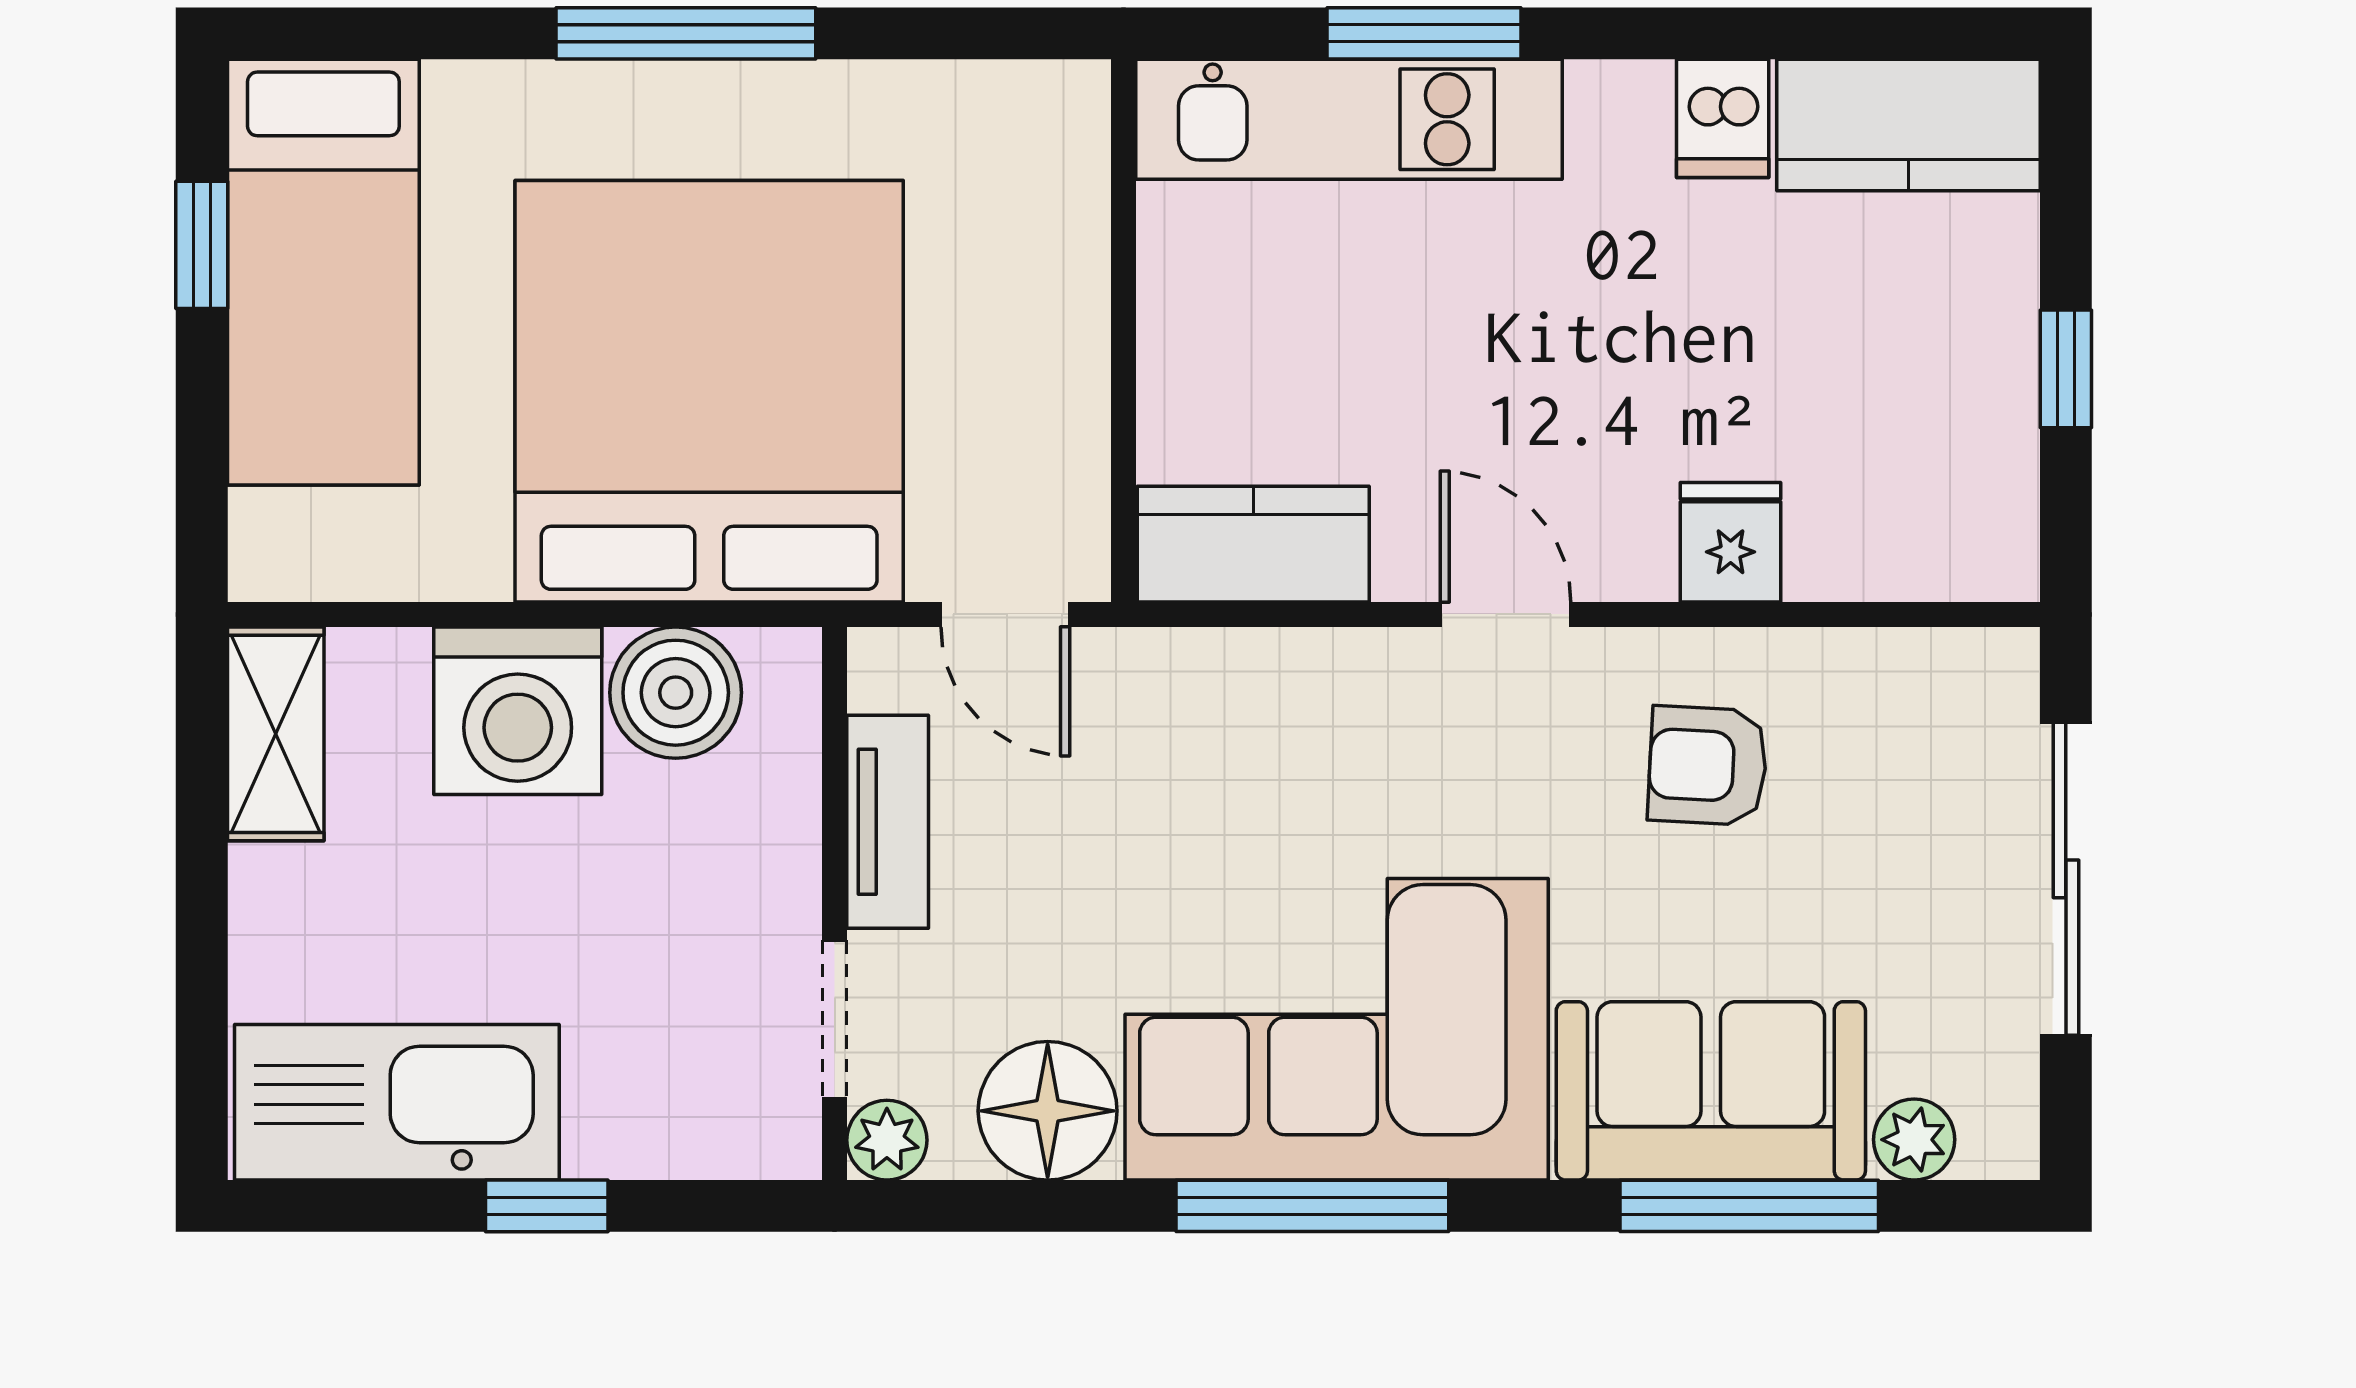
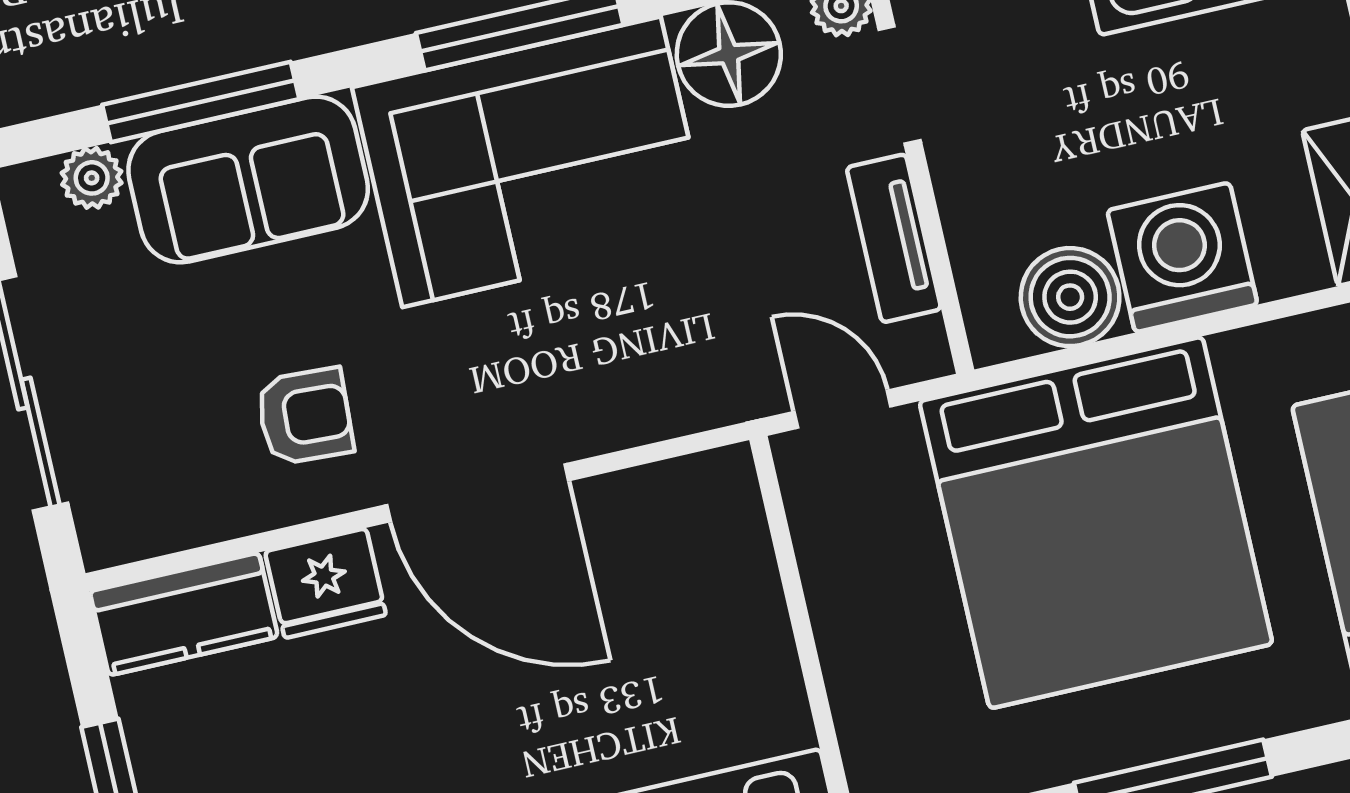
fridge: (1731, 542) -> (325, 583), width x1.38
kitchen counter: (1253, 544) -> (184, 614), moved
door: (1505, 614) -> (478, 493), width x1.88

